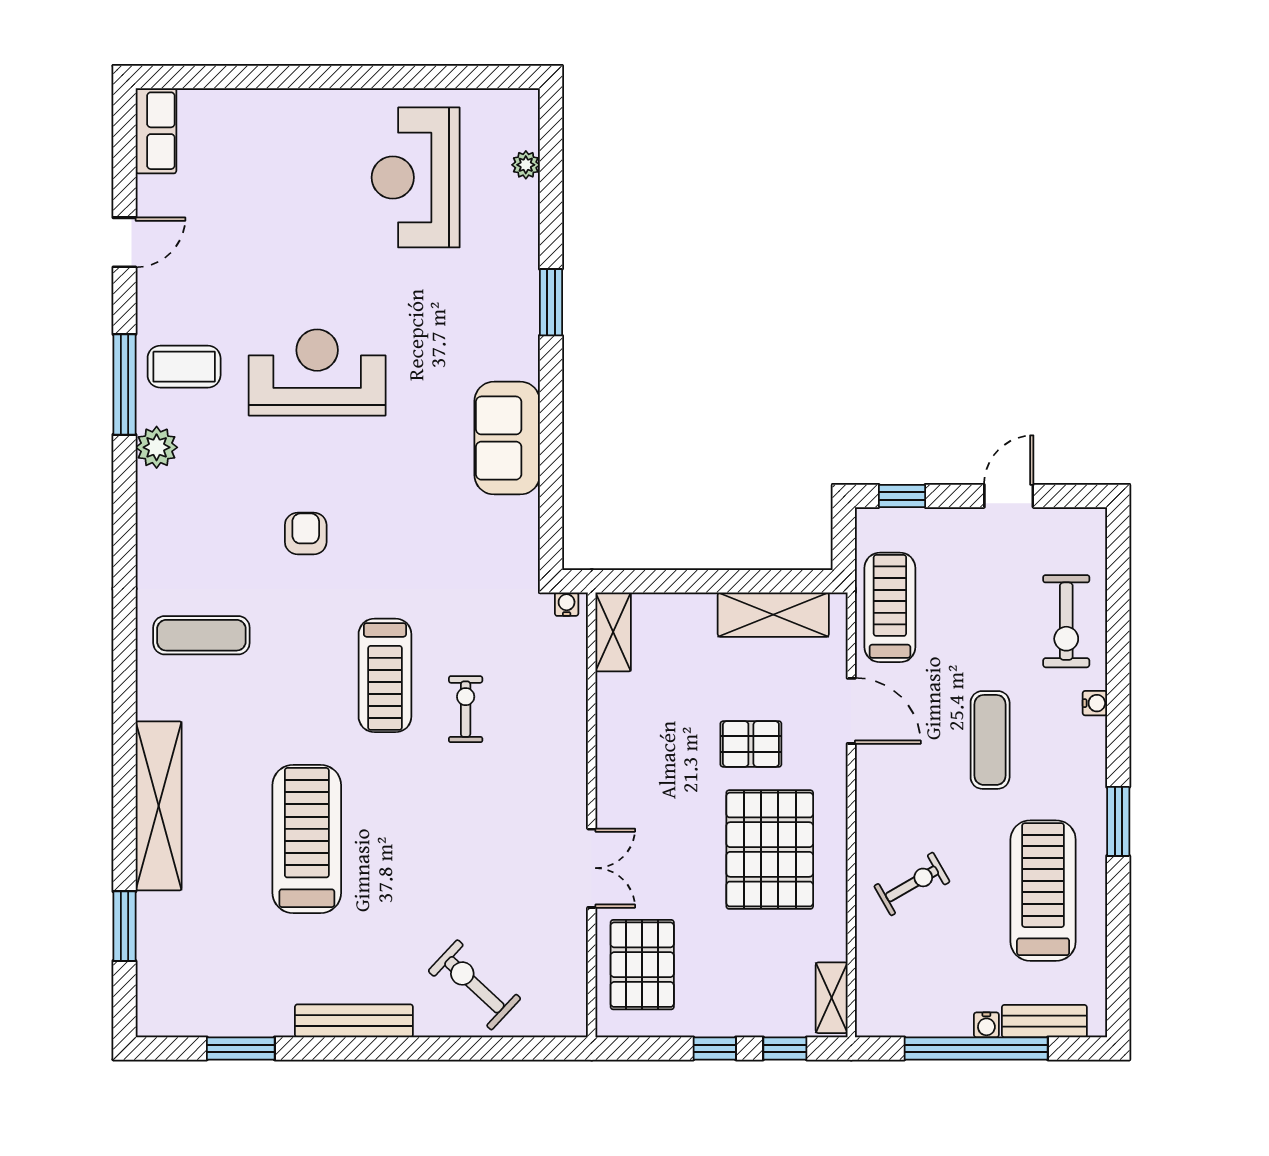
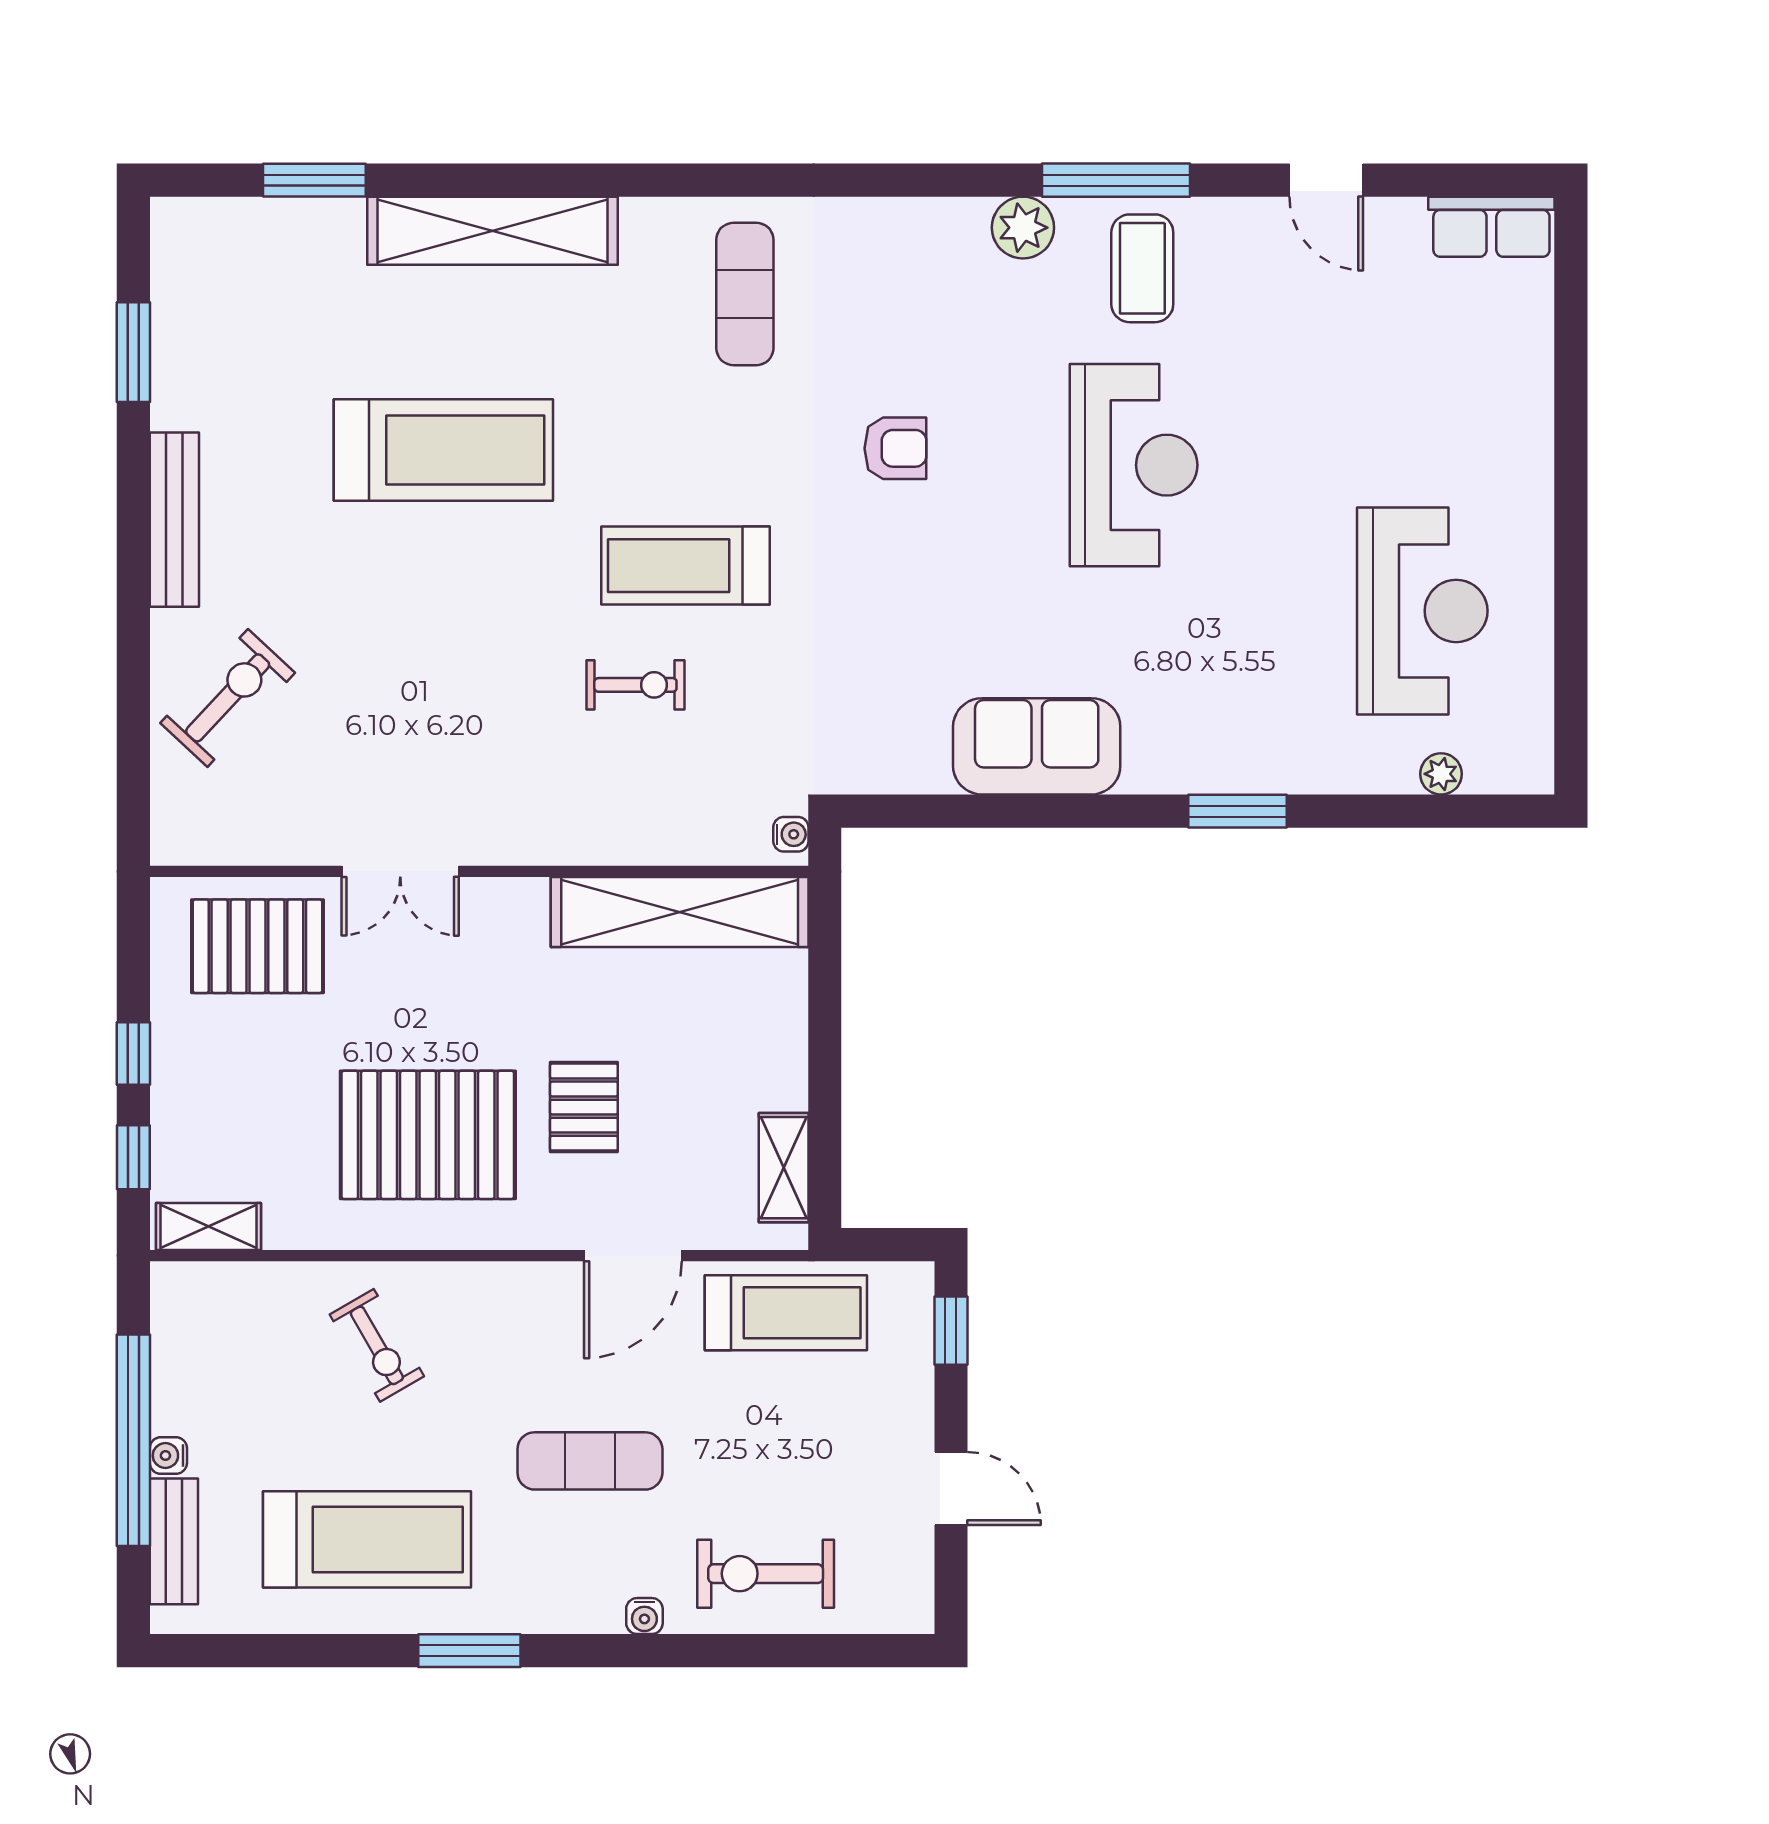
reception desk: (416, 177) -> (1422, 611), turned 90
shelving: (773, 615) -> (784, 1168), width x0.67, depth x0.75
shelving: (613, 632) -> (680, 912), width x2.20, depth x1.33

